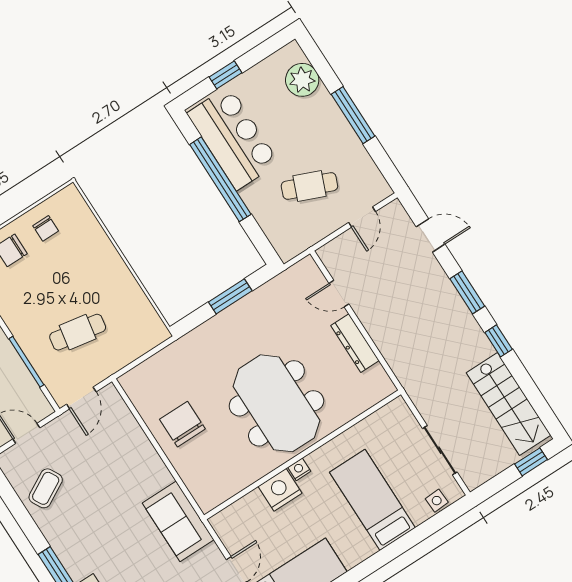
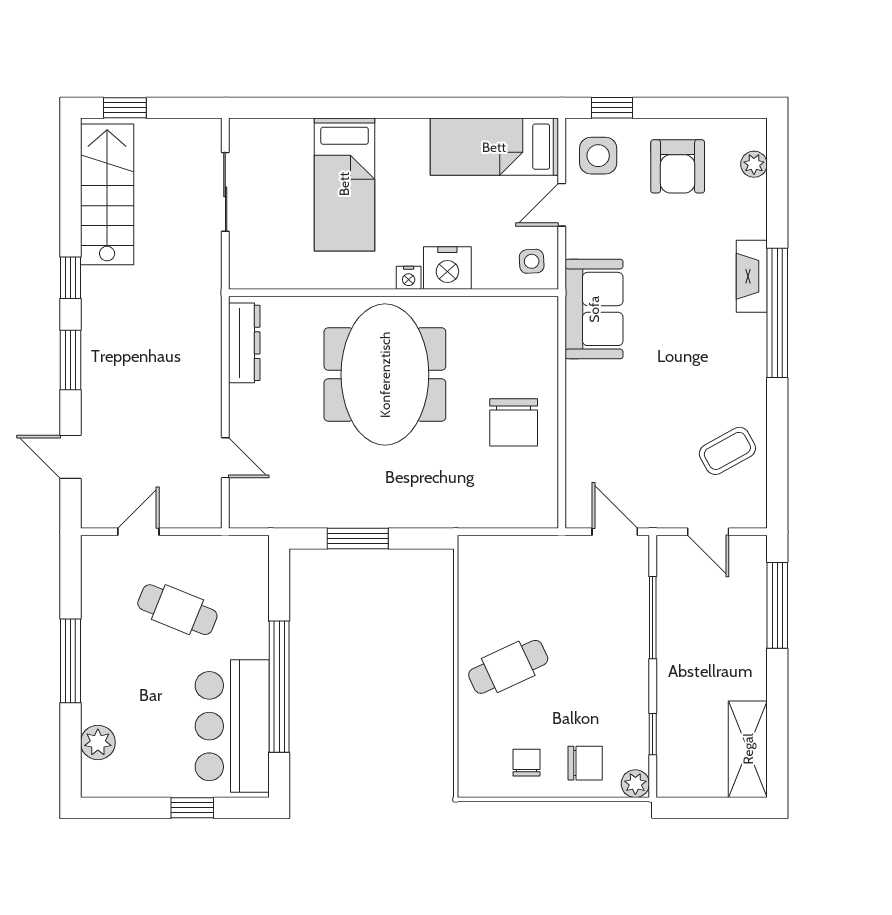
plant: (302, 80) -> (98, 742), width x0.73, depth x0.73
cafe table: (78, 332) -> (508, 667), moved, turned -35
dresser: (355, 343) -> (244, 343), moved
door: (81, 398) -> (615, 532), hinge flipped
side table: (437, 501) -> (532, 261), moved

